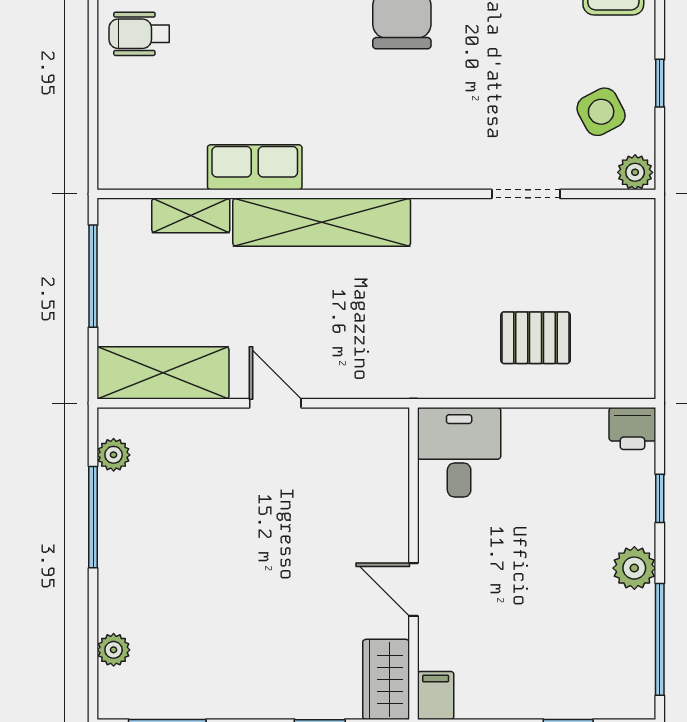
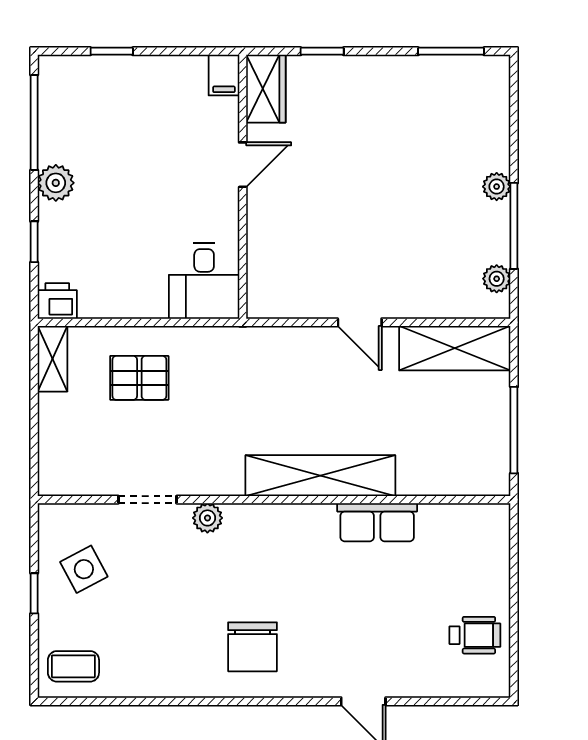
plant: (635, 172) -> (207, 518), moved
shelving: (191, 215) -> (52, 359), moved, turned 90
door: (413, 589) -> (243, 165), hinge flipped
plant: (114, 650) -> (497, 187), moved

